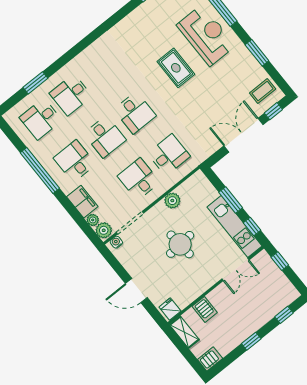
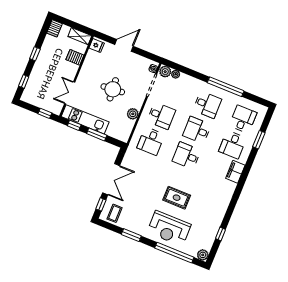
desk: (71, 95) -> (233, 145), turned 180
filing cabinet: (82, 202) -> (235, 172), moved, turned 90

